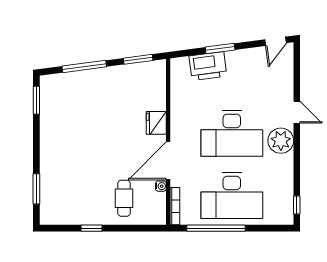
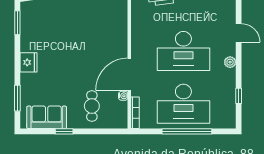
fridge: (156, 123) -> (29, 62), moved, turned 180
plant: (281, 141) -> (230, 62), width x0.53, depth x0.53
window: (297, 205) -> (239, 96), moved
sofa: (71, 212) -> (47, 117), added
window: (216, 228) -> (187, 131), moved

